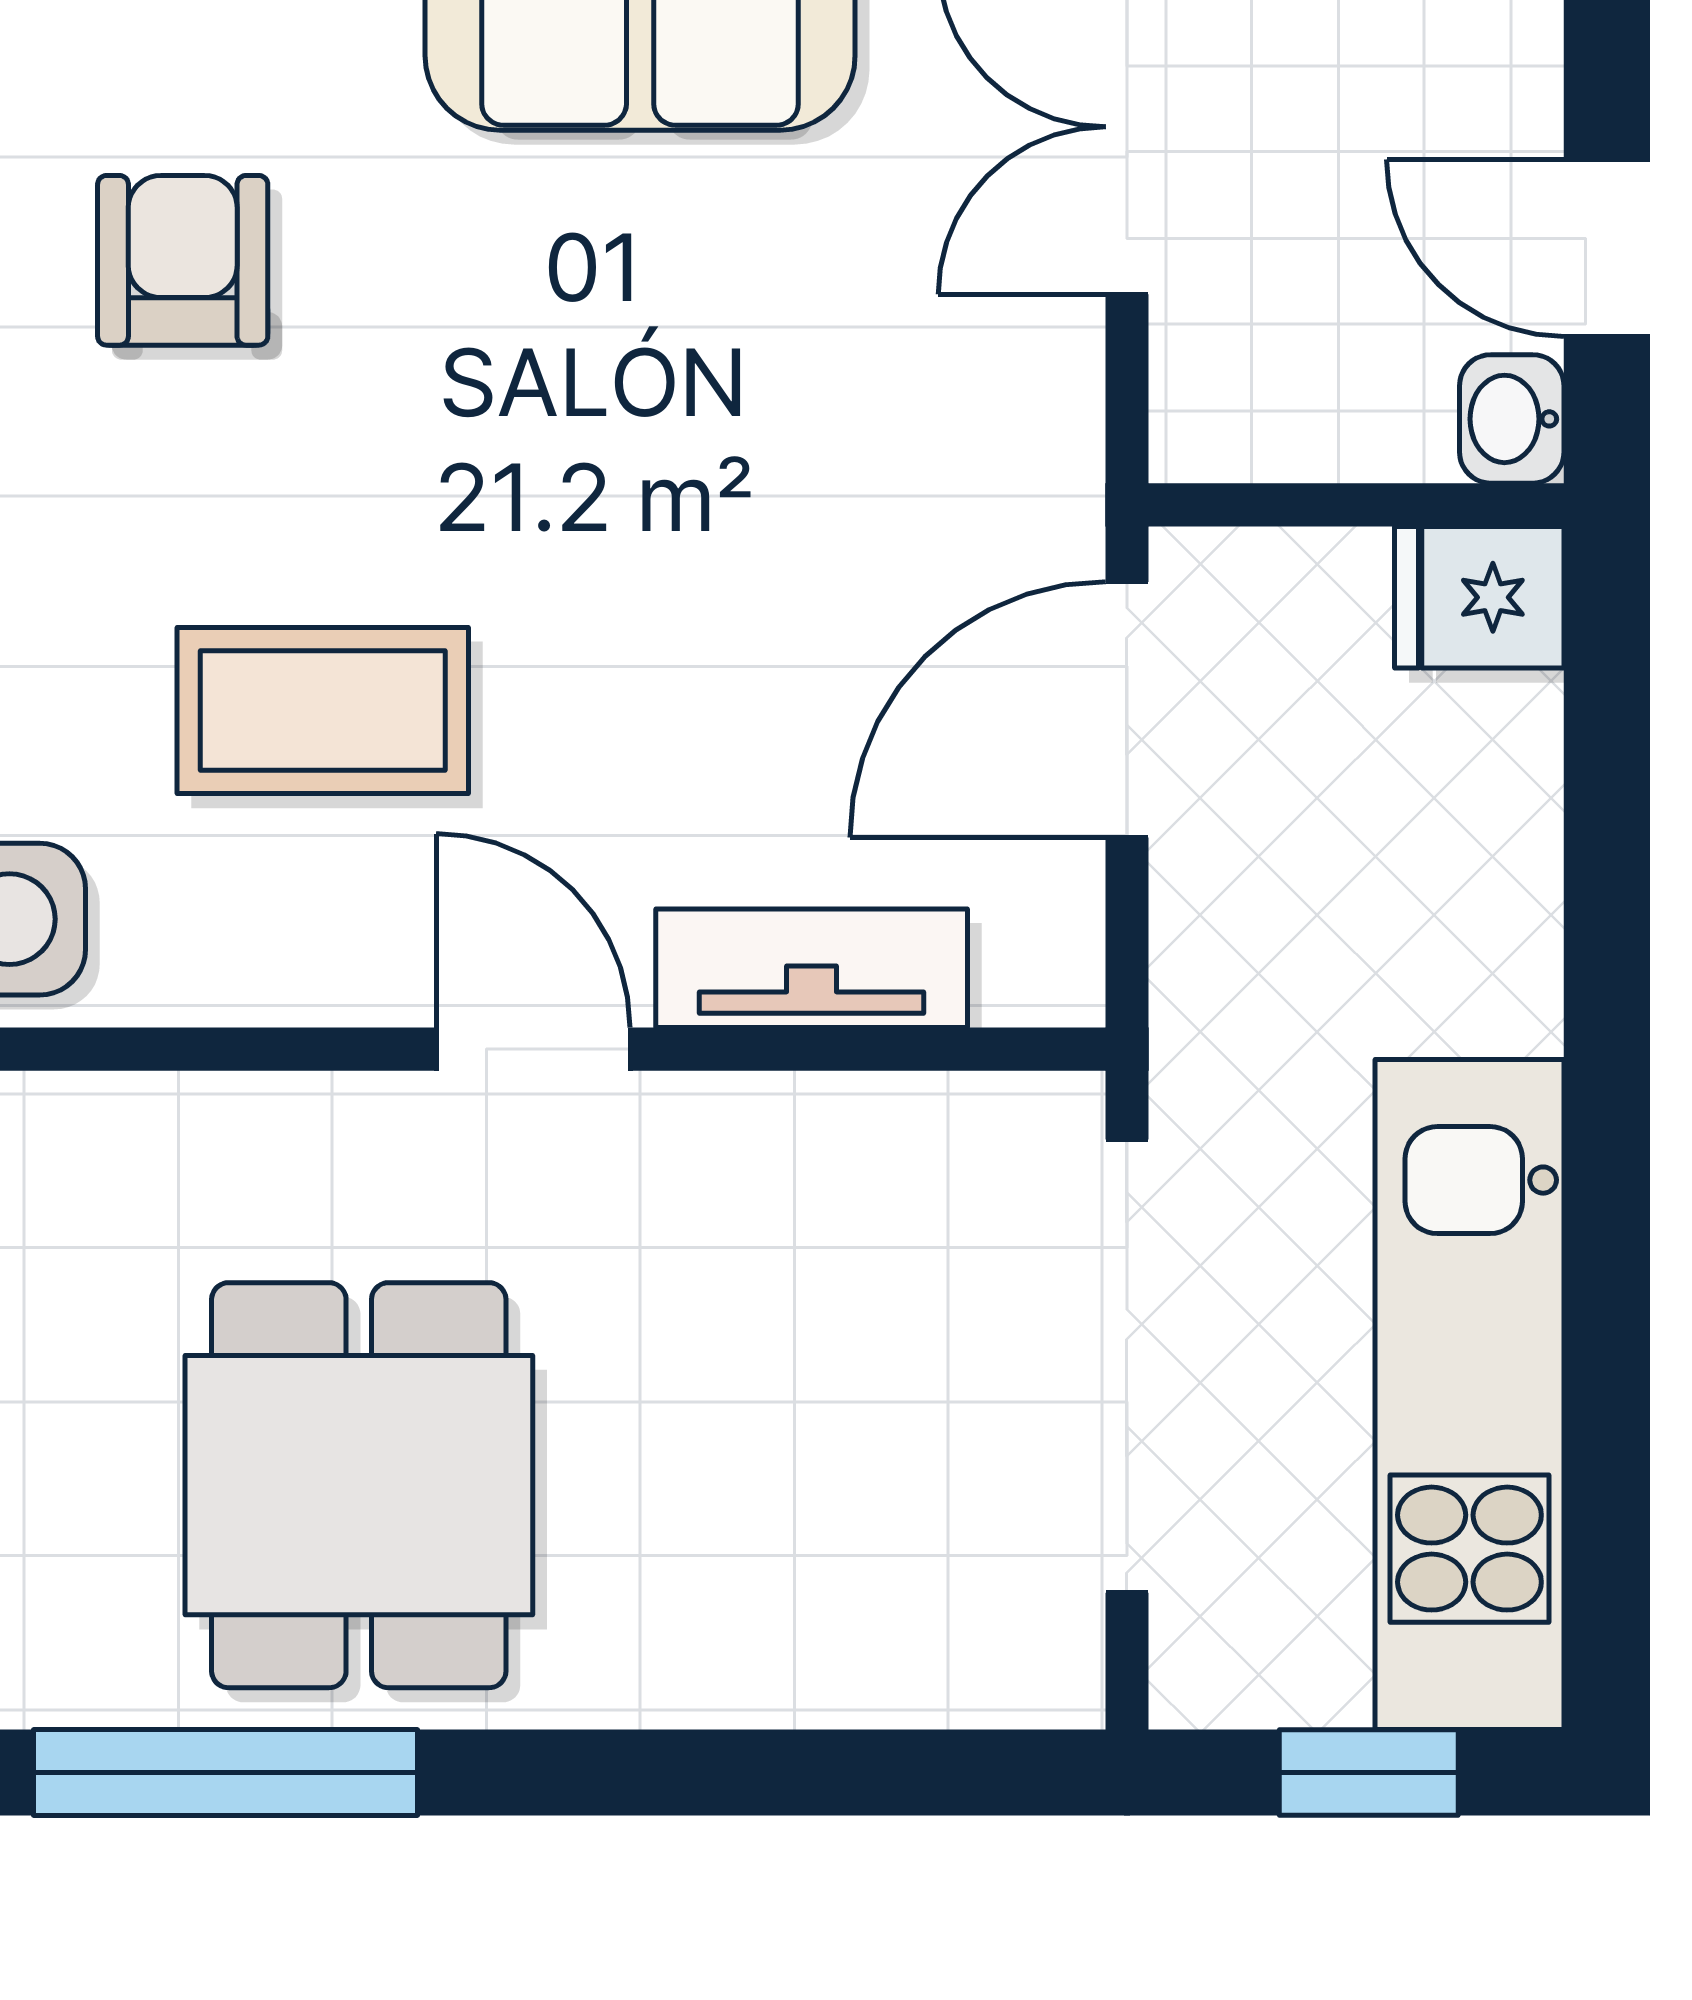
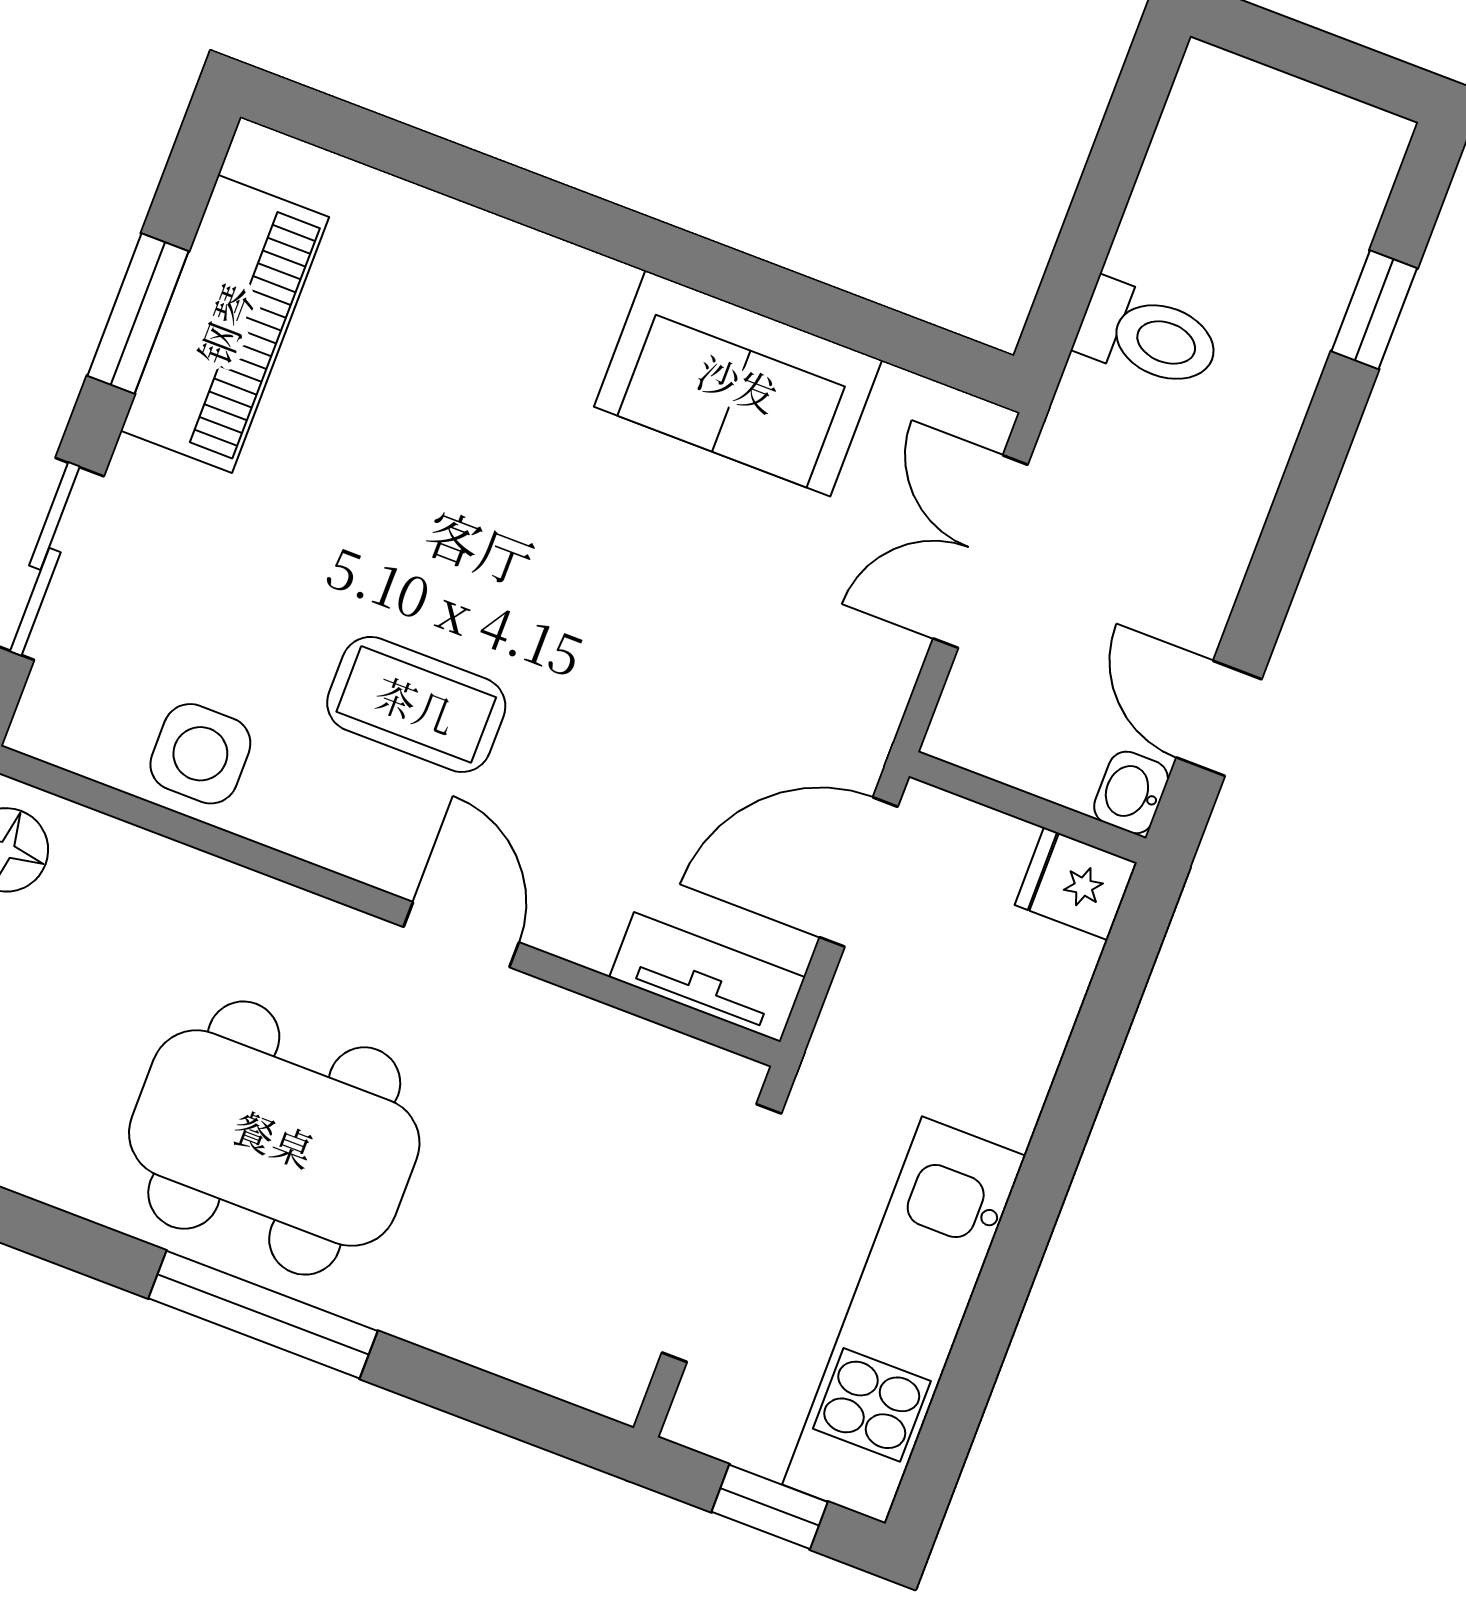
armchair: (183, 260) -> (433, 428), removed
tv unit: (812, 968) -> (707, 977), moved
dining table: (359, 1485) -> (274, 1138), width x1.37
window: (226, 1772) -> (263, 1315), moved

